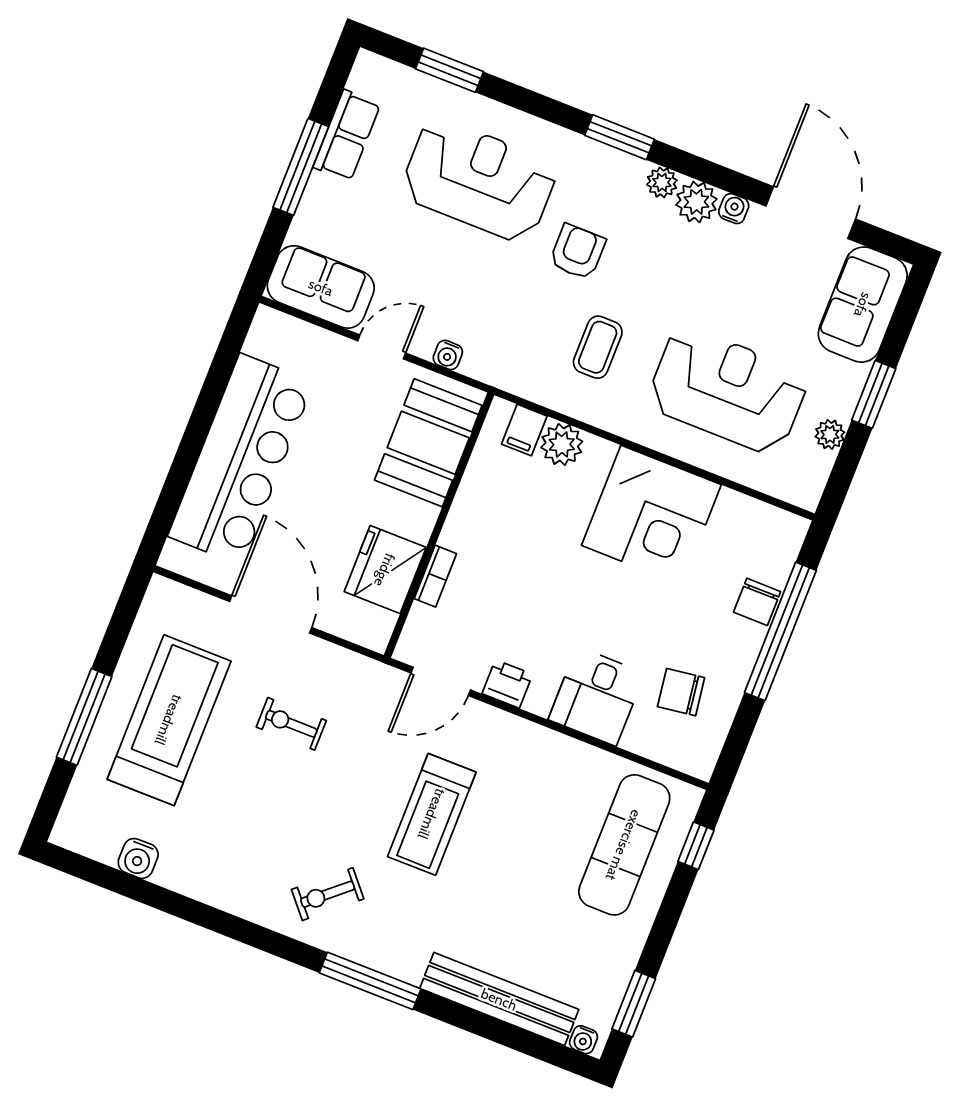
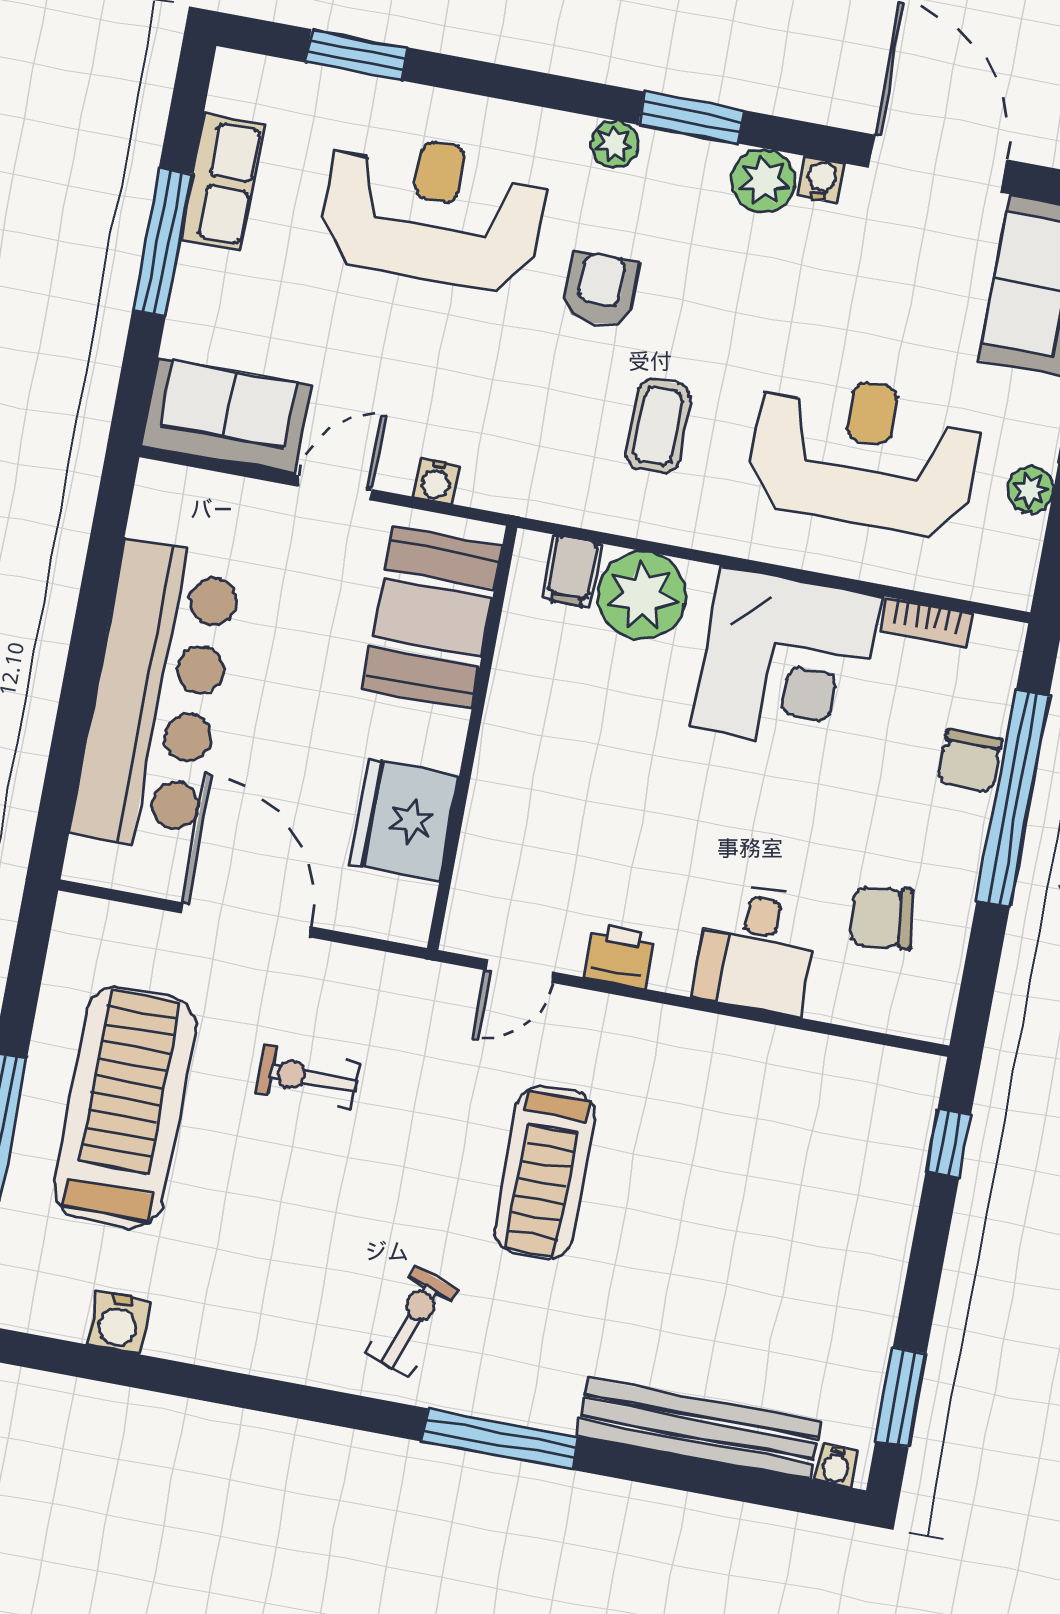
window: (620, 137) -> (691, 117), moved
plant: (662, 182) -> (614, 144), moved
plant: (562, 445) -> (642, 596), width x1.36, depth x1.36
bookcase: (435, 576) -> (927, 622), moved, turned 90
door: (441, 681) -> (520, 971), width x0.73
exercise mat: (624, 845) -> (841, 1163), removed
exercise bike: (328, 894) -> (412, 1322), turned 150

